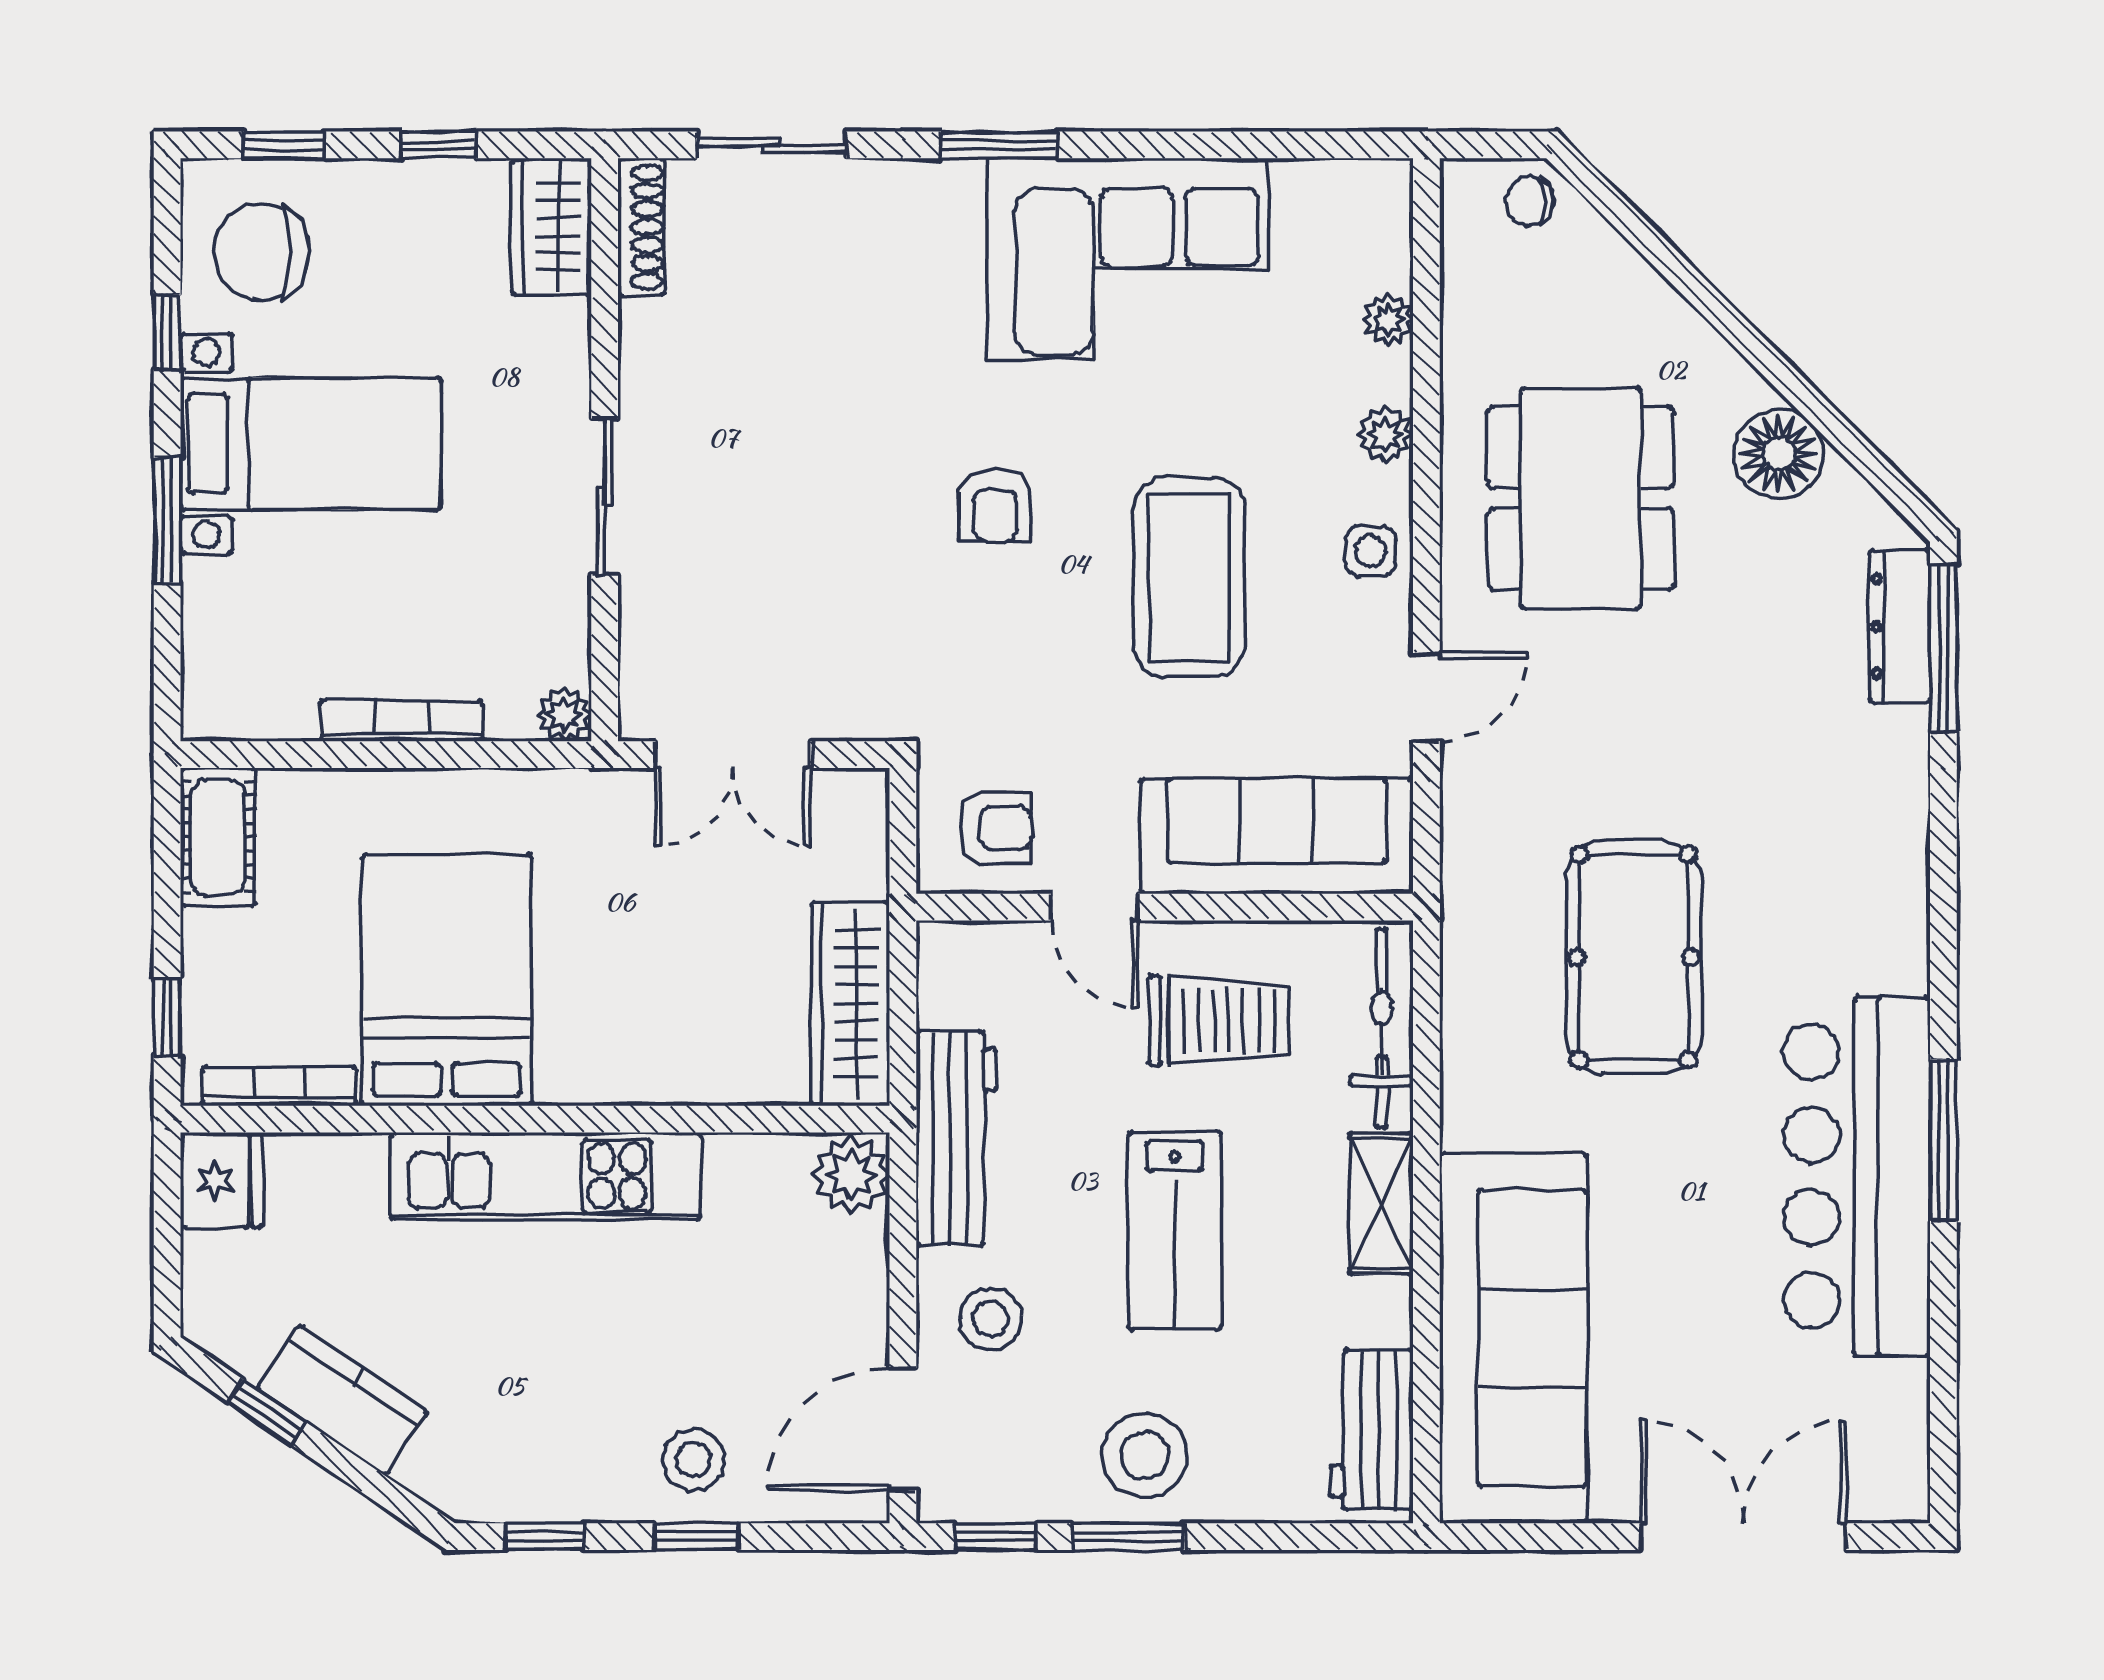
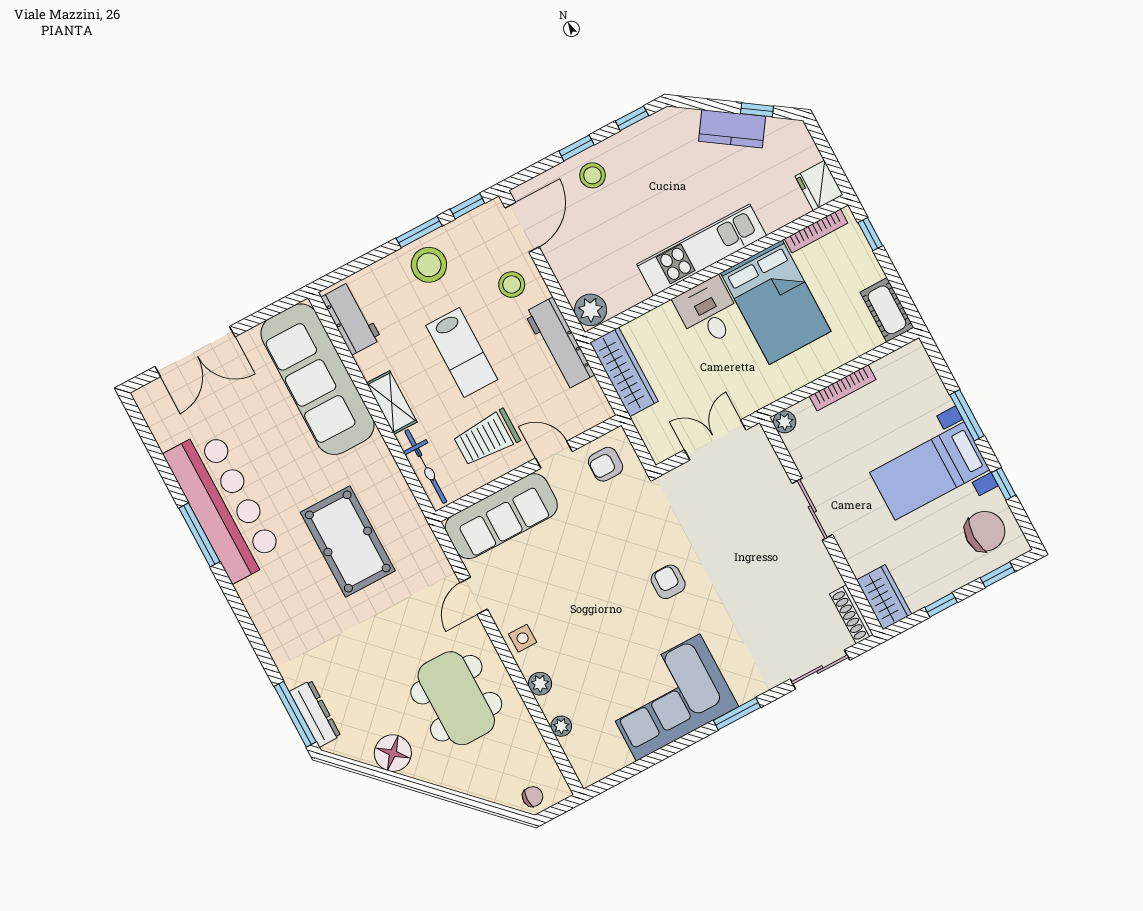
coffee table: (1189, 577) -> (584, 593), removed
desk: (602, 1036) -> (708, 312), added
lab bench: (1175, 1230) -> (462, 353), turned 180

